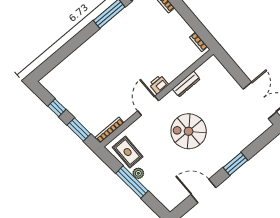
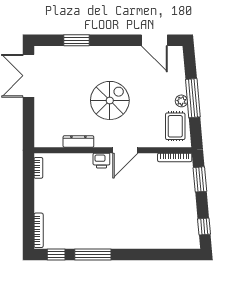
window: (57, 108) -> (204, 226), moved
spiral stairs: (189, 131) -> (110, 100), turned -90
window: (235, 164) -> (77, 40), moved
door: (203, 191) -> (154, 40), moved

